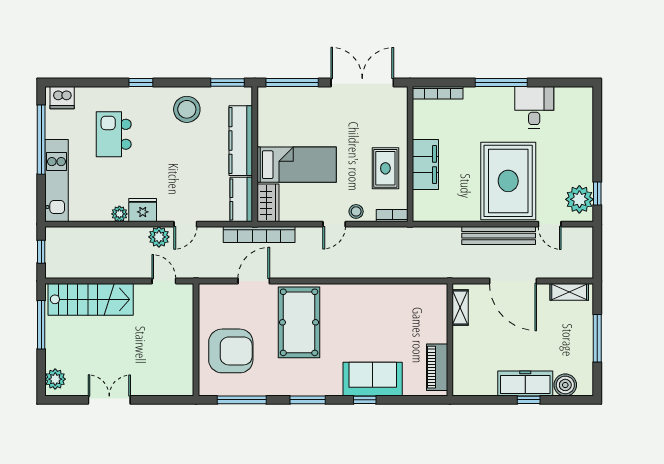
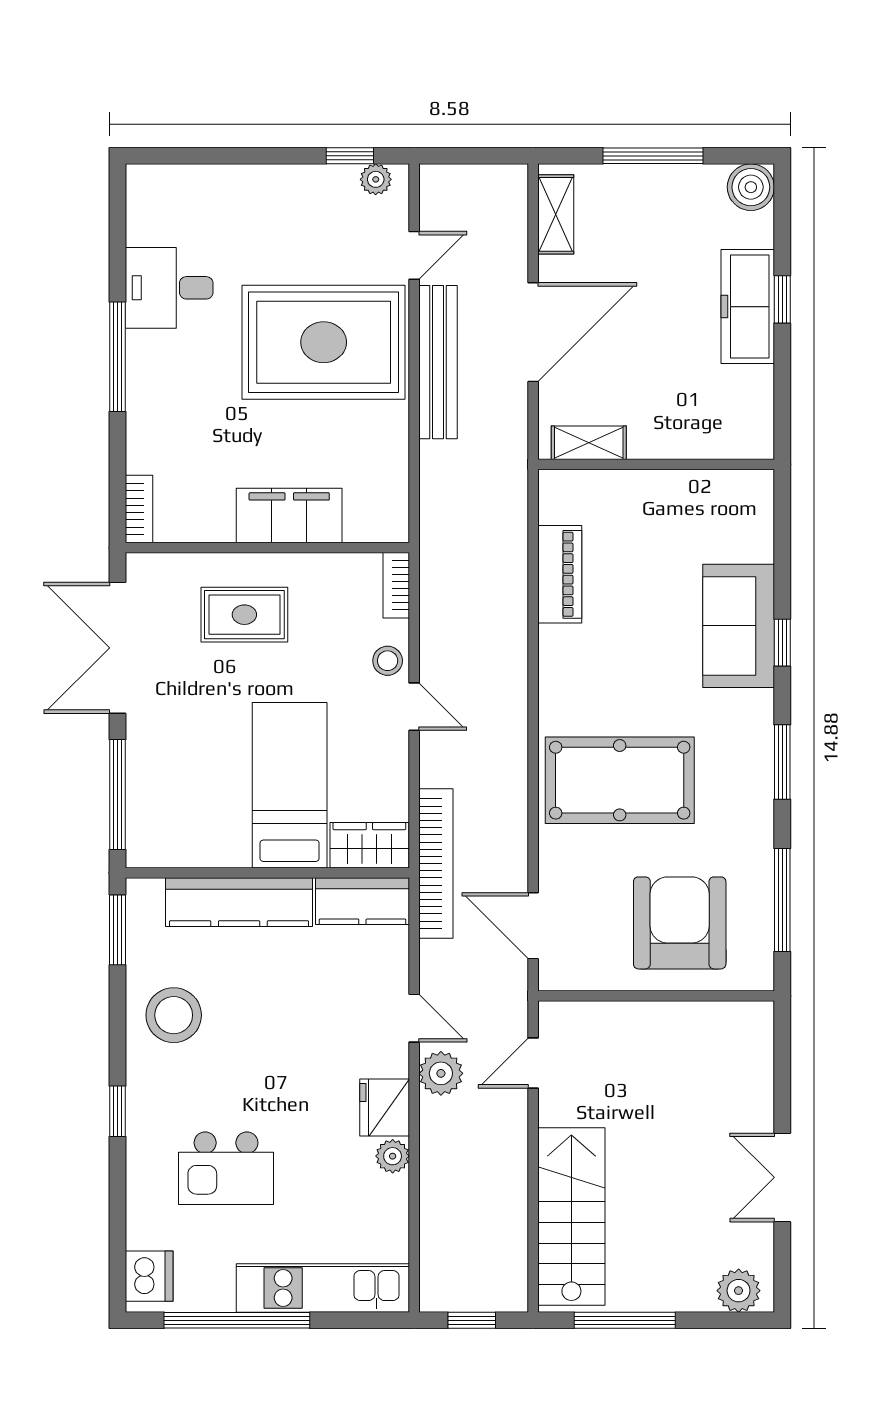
bookcase: (438, 93) -> (139, 509), width x0.64
rug: (385, 168) -> (244, 615), moved
plant: (579, 199) -> (376, 179), width x0.53, depth x0.53
door: (254, 281) -> (533, 926), moved
piano: (437, 367) -> (560, 574), moved, turned -90
boiler: (565, 385) -> (751, 187), moved

